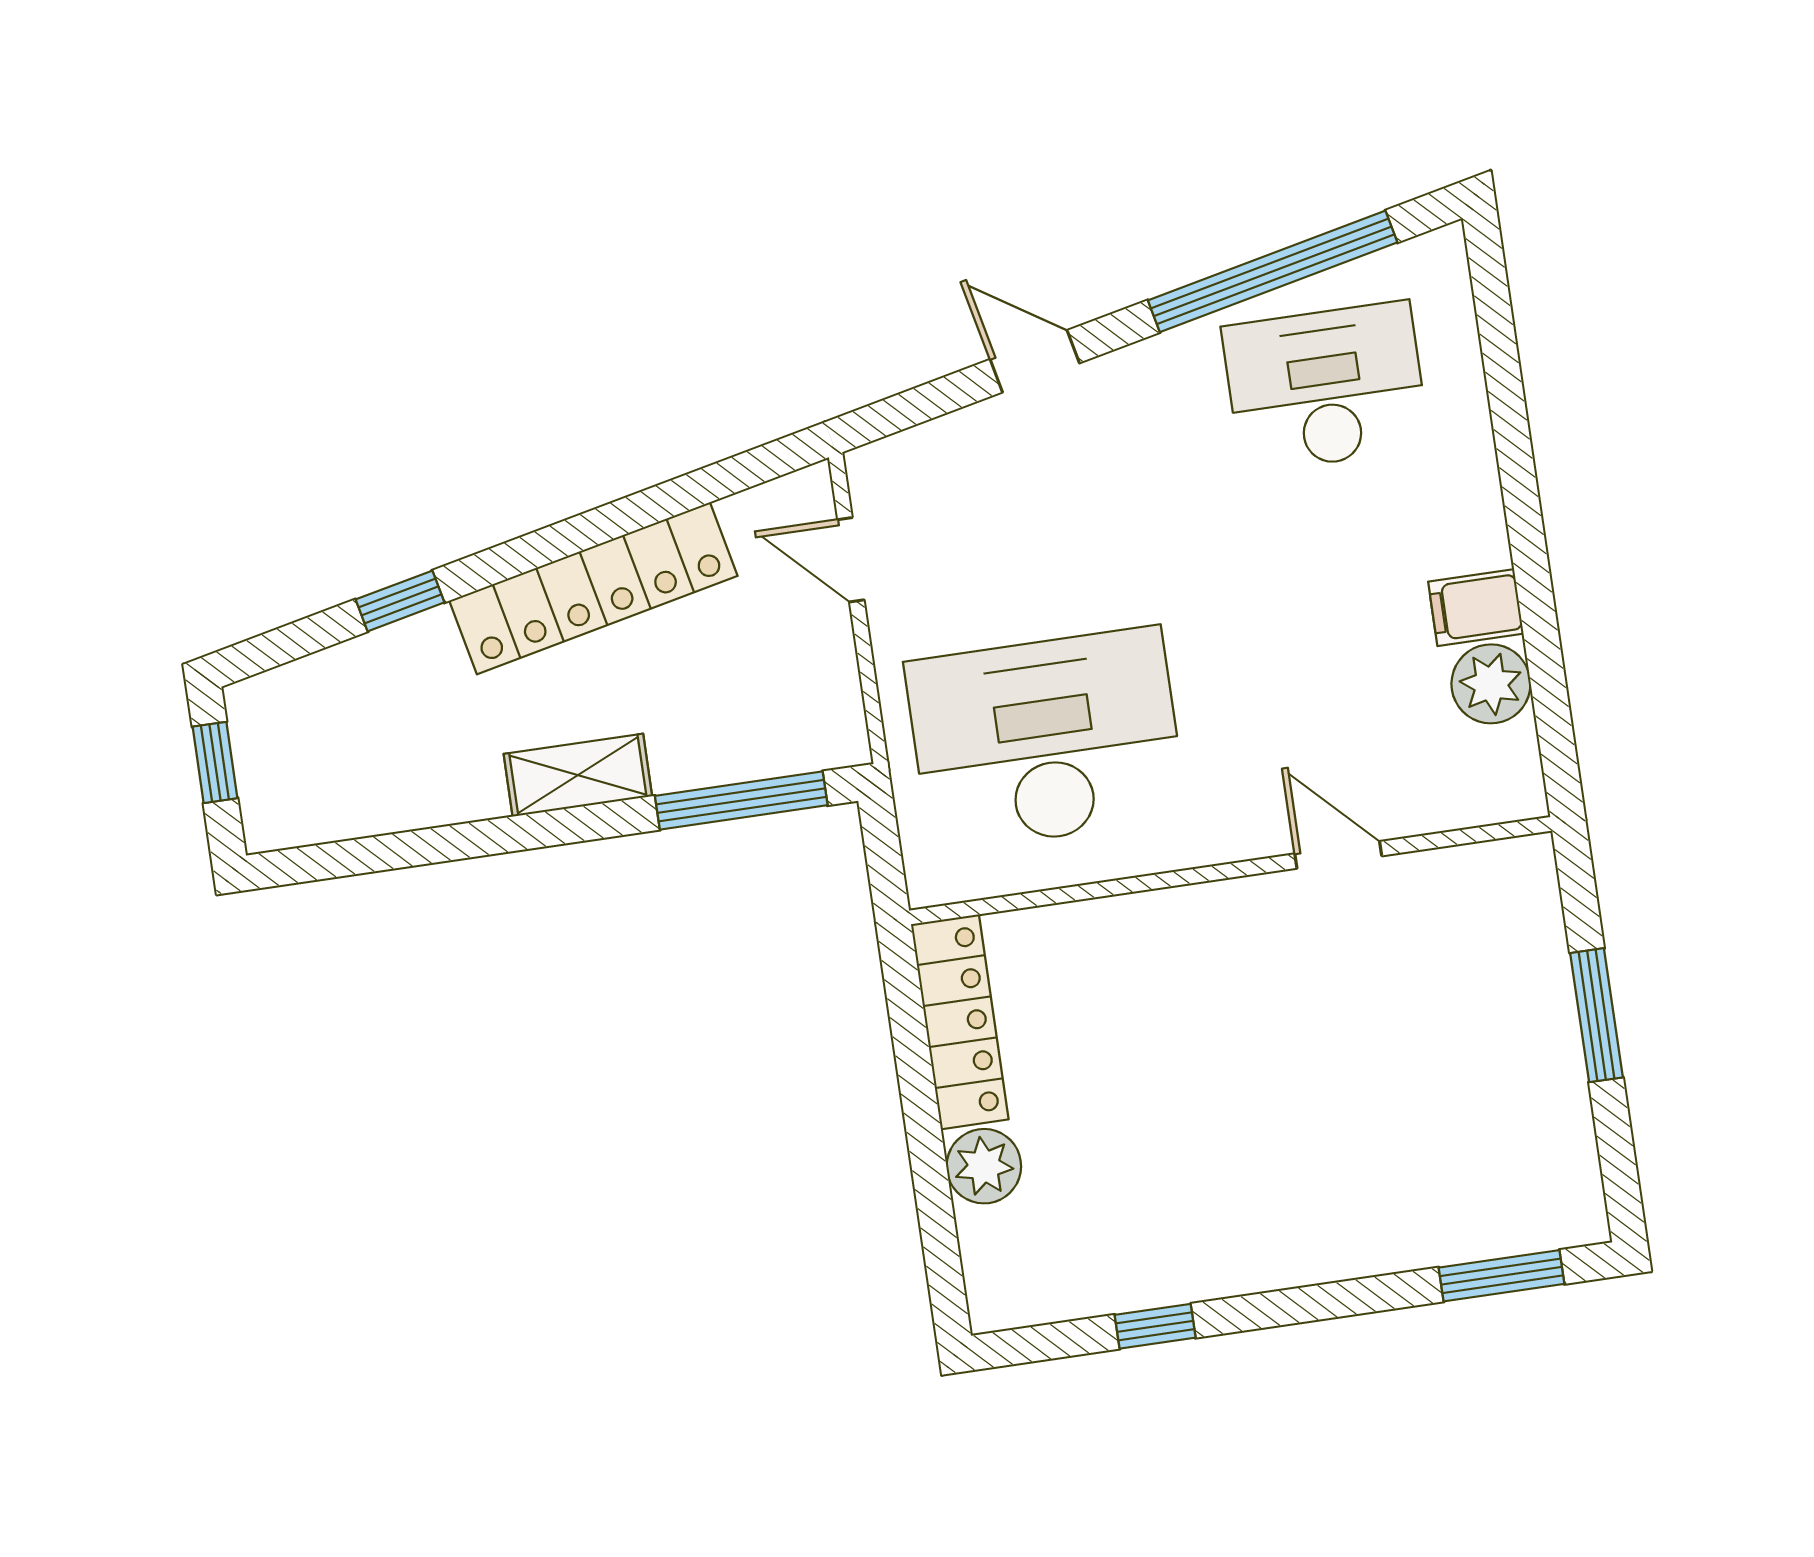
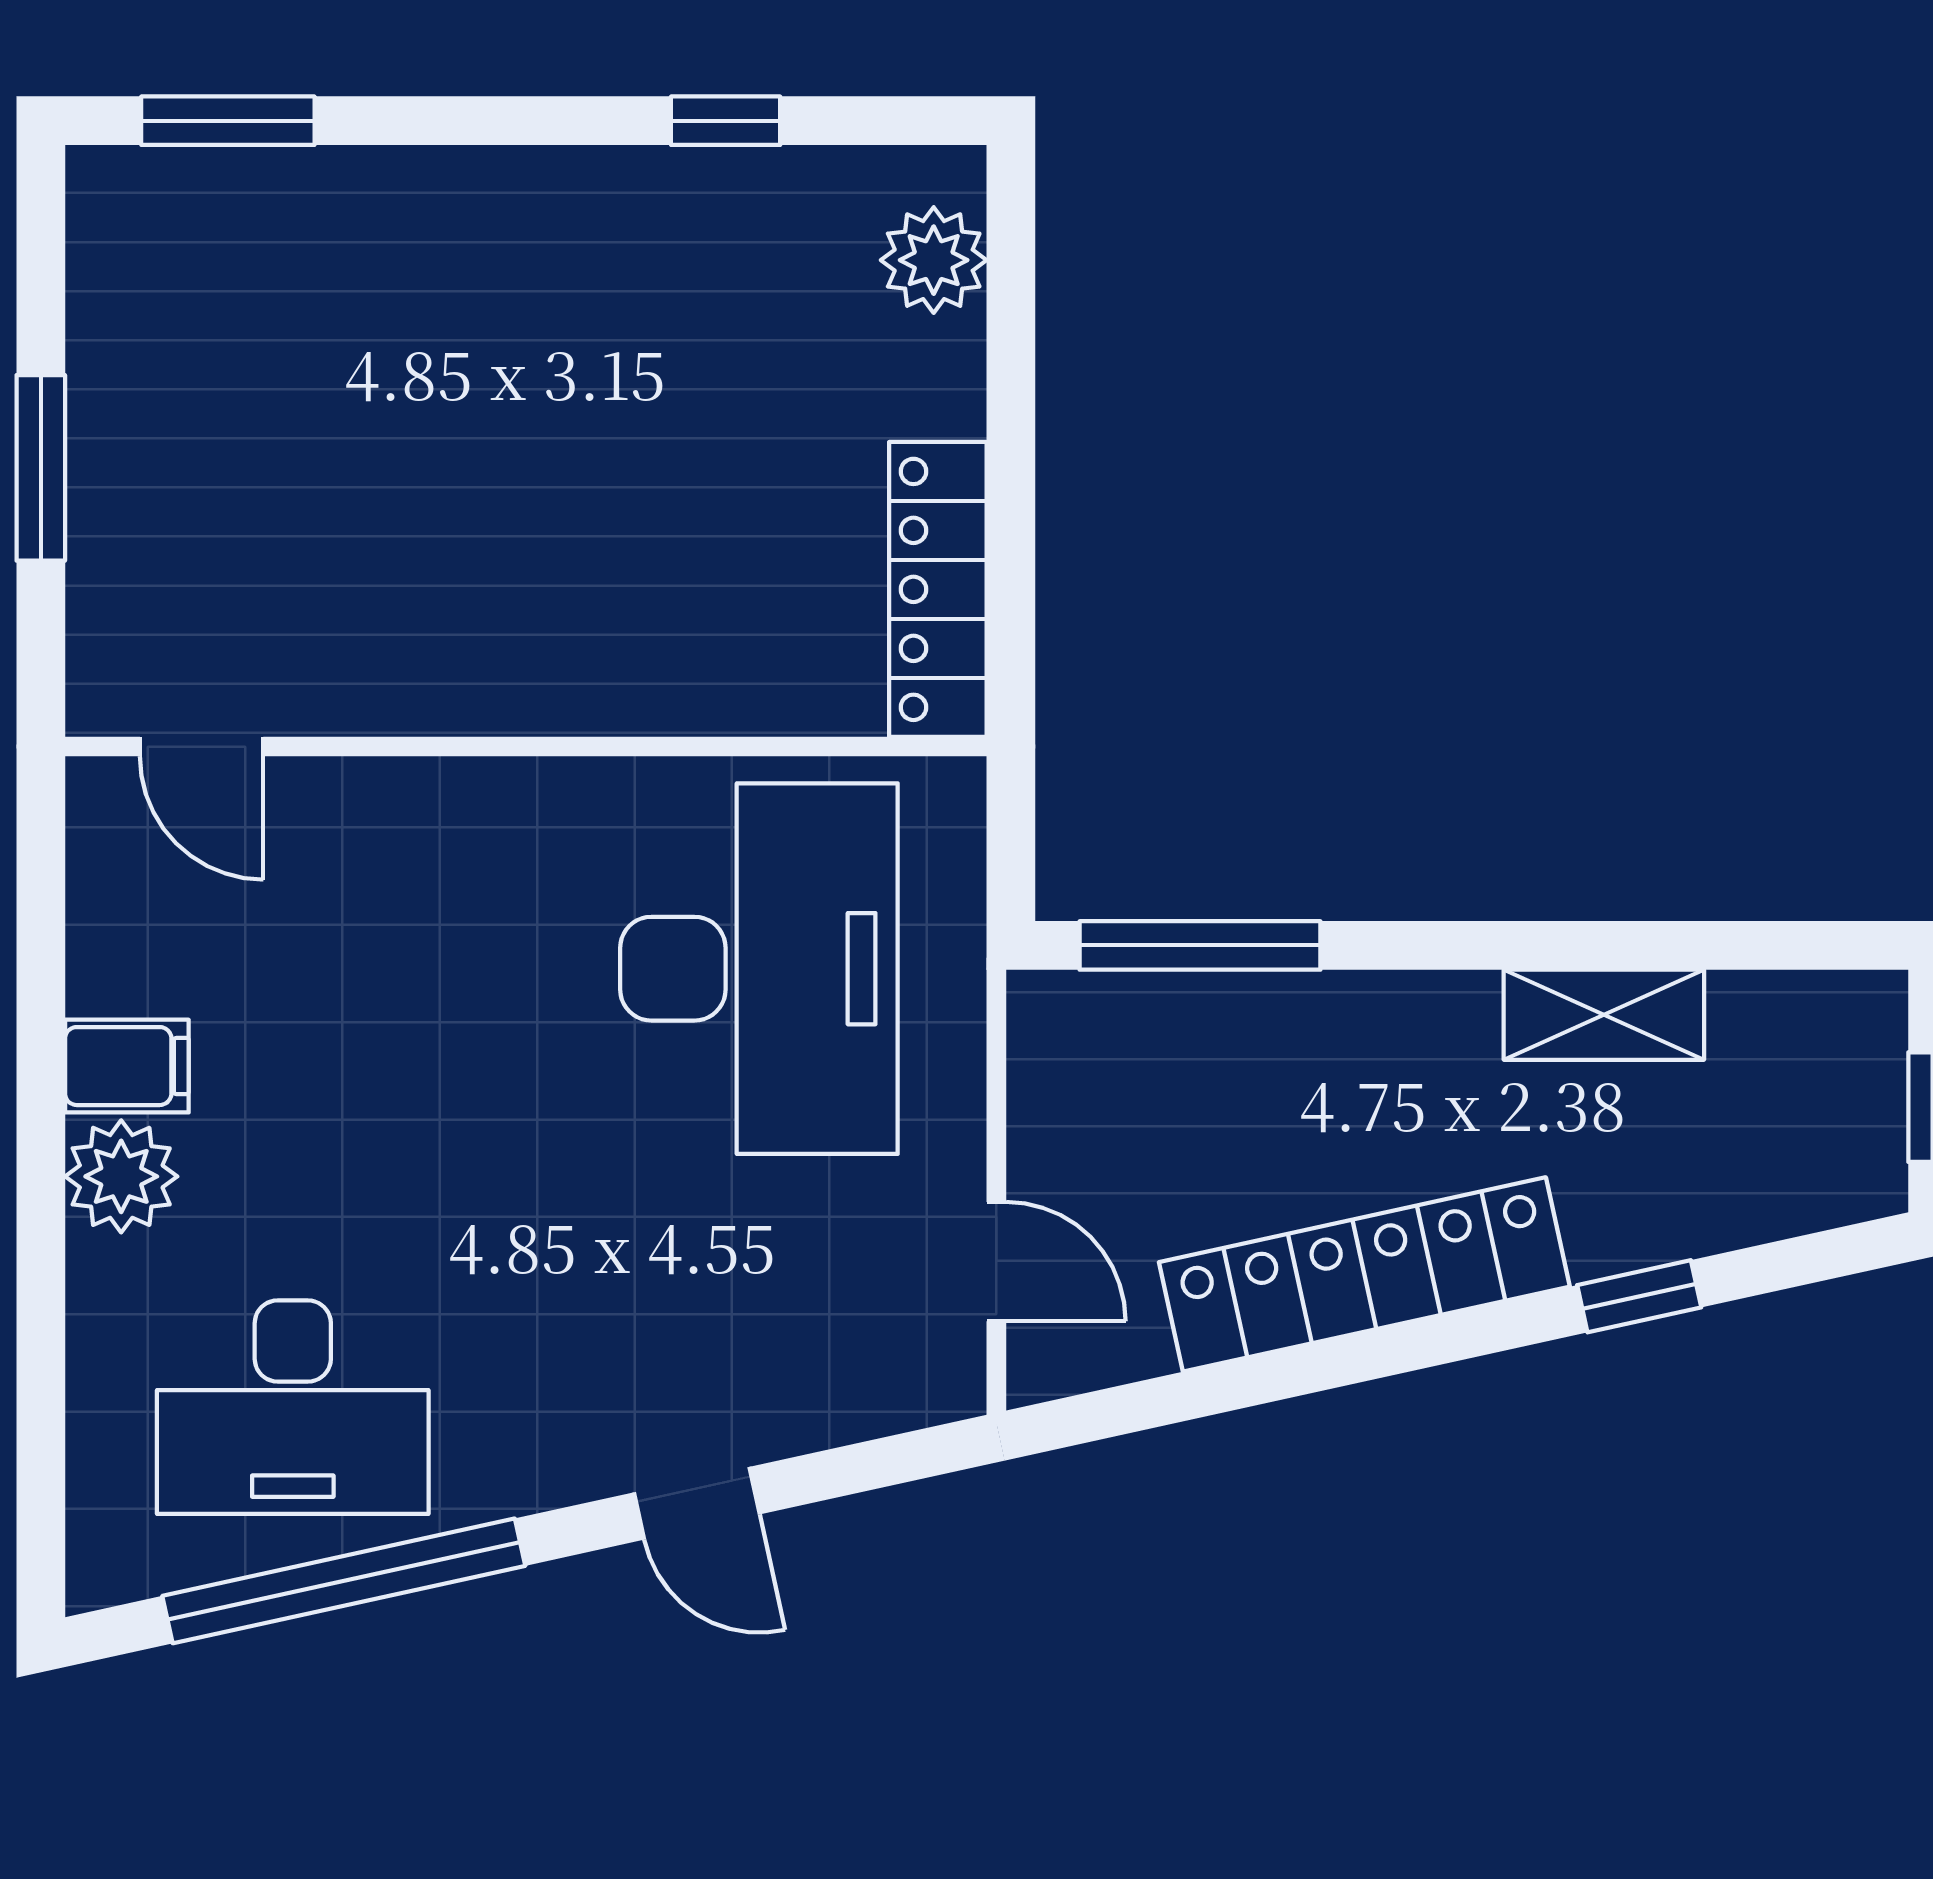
plant: (1491, 684) -> (121, 1176), moved
desk: (1046, 740) -> (759, 969), turned -90
shelving: (578, 775) -> (1604, 1015), moved
door: (1338, 855) -> (202, 747), moved
plant: (984, 1166) -> (934, 260), moved

